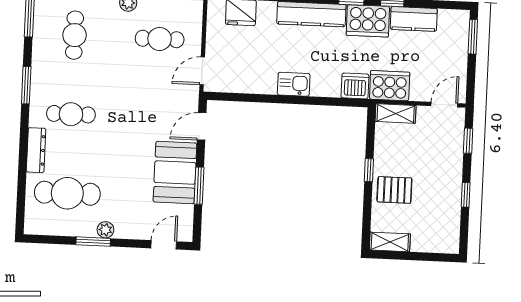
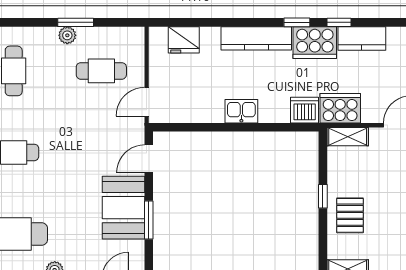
pallet: (394, 190) -> (350, 215), turned 90

